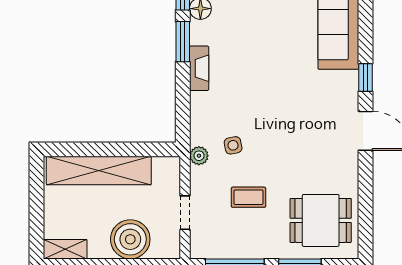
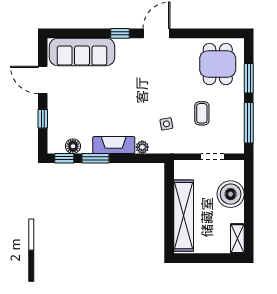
fireplace: (199, 68) -> (114, 145), width x1.37, depth x1.32
plant: (199, 156) -> (142, 147), moved

